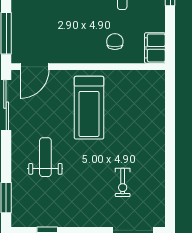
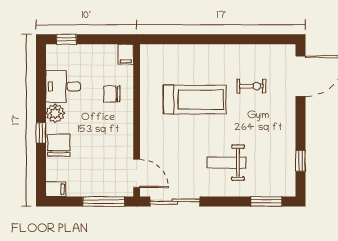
filing cabinet: (155, 48) -> (126, 54), width x0.50
treadmill: (89, 108) -> (195, 100), moved

